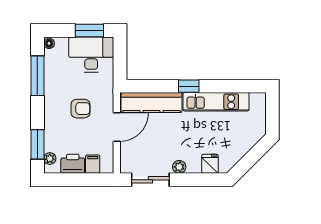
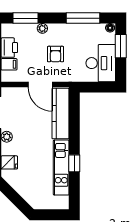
window: (89, 31) -> (121, 46), moved
window: (189, 86) -> (74, 163), moved
plant: (50, 158) -> (42, 28), moved

